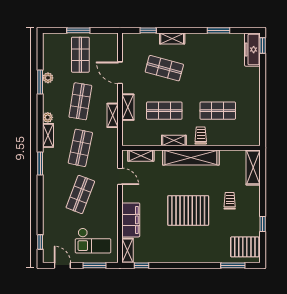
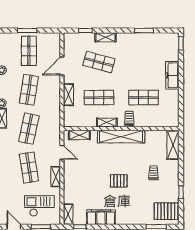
freezer: (252, 50) -> (172, 75), moved
door: (120, 73) -> (62, 66), hinge flipped
shelving: (113, 115) -> (56, 177), moved
shop shelf: (80, 194) -> (29, 167), turned -30
pallet: (188, 210) -> (119, 181), width x0.49, depth x0.50
filing cabinet: (131, 220) -> (101, 217), moved, turned -90
checkout: (93, 241) -> (39, 206), turned 180

